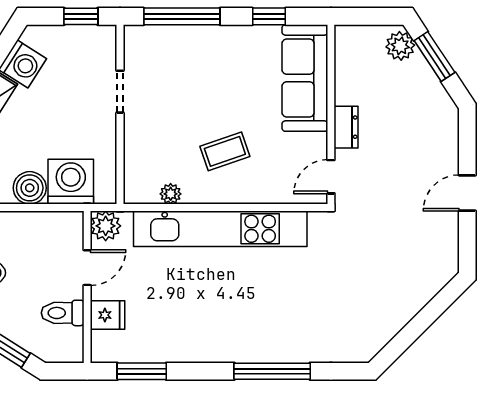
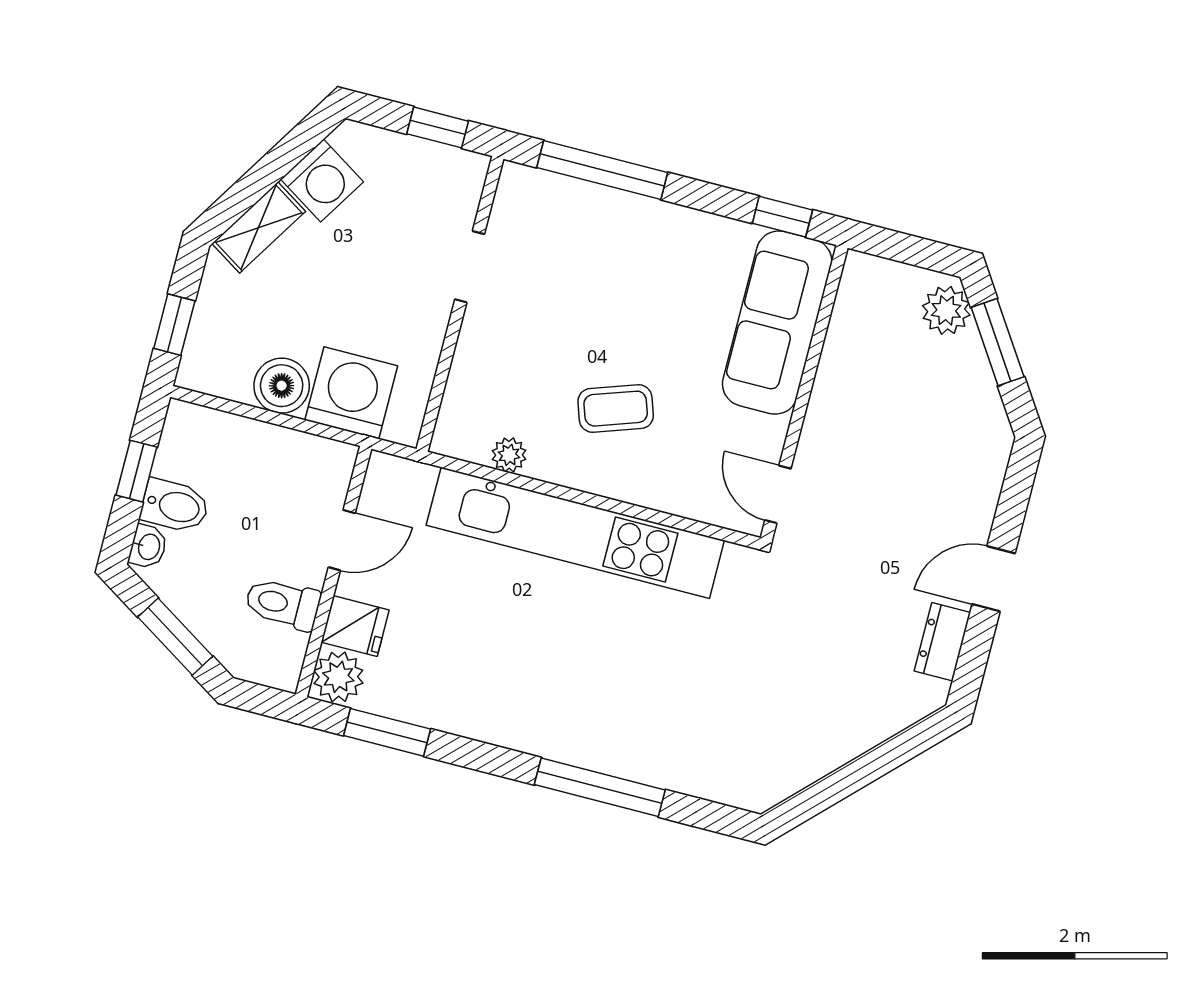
window: (269, 16) -> (782, 217), moved
dresser: (346, 127) -> (942, 642), moved, turned 180
door: (331, 177) -> (778, 494), hinge flipped
plant: (106, 226) -> (338, 677), moved

